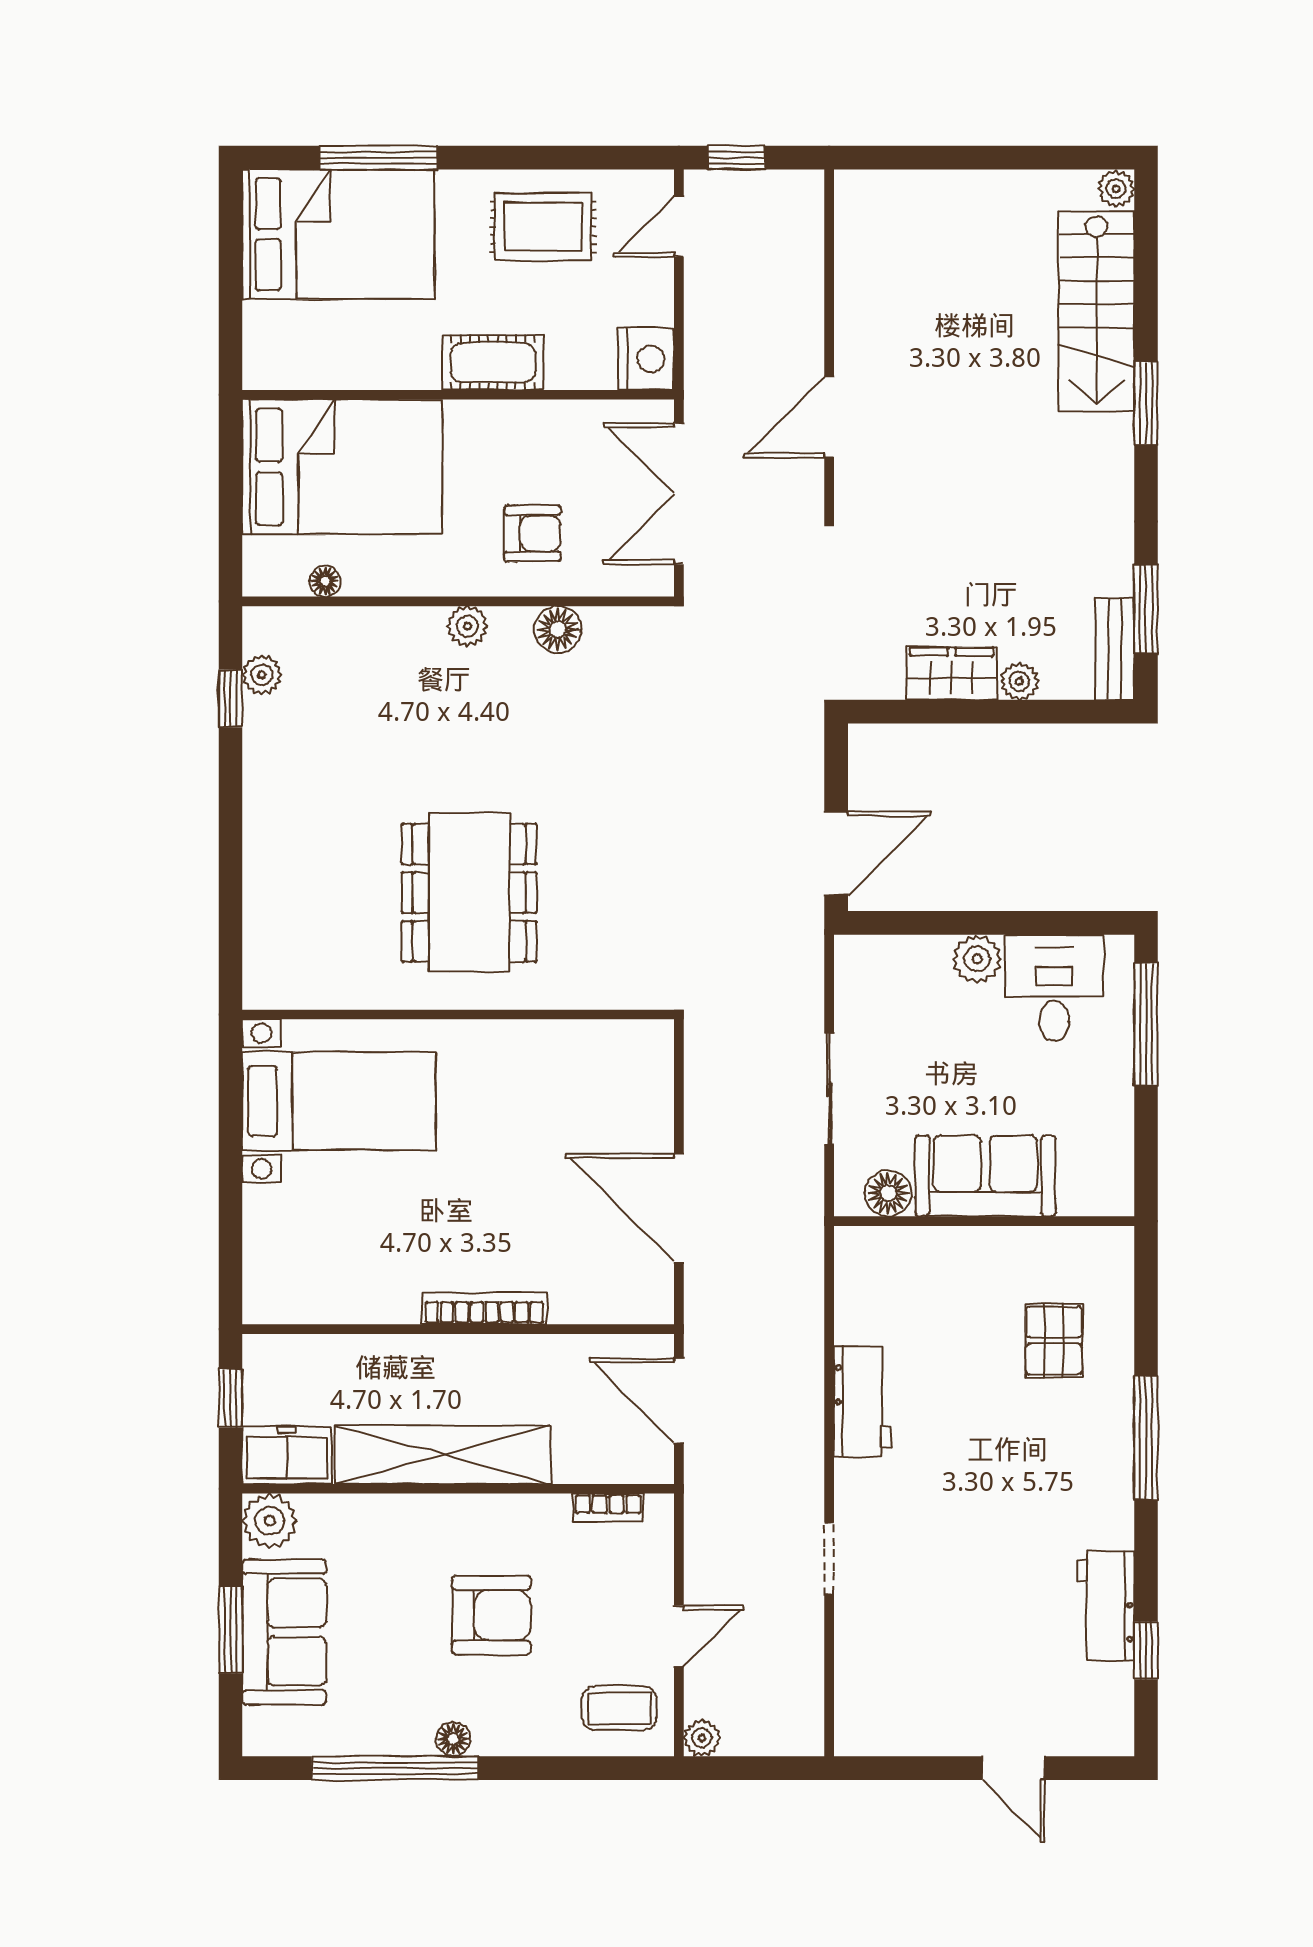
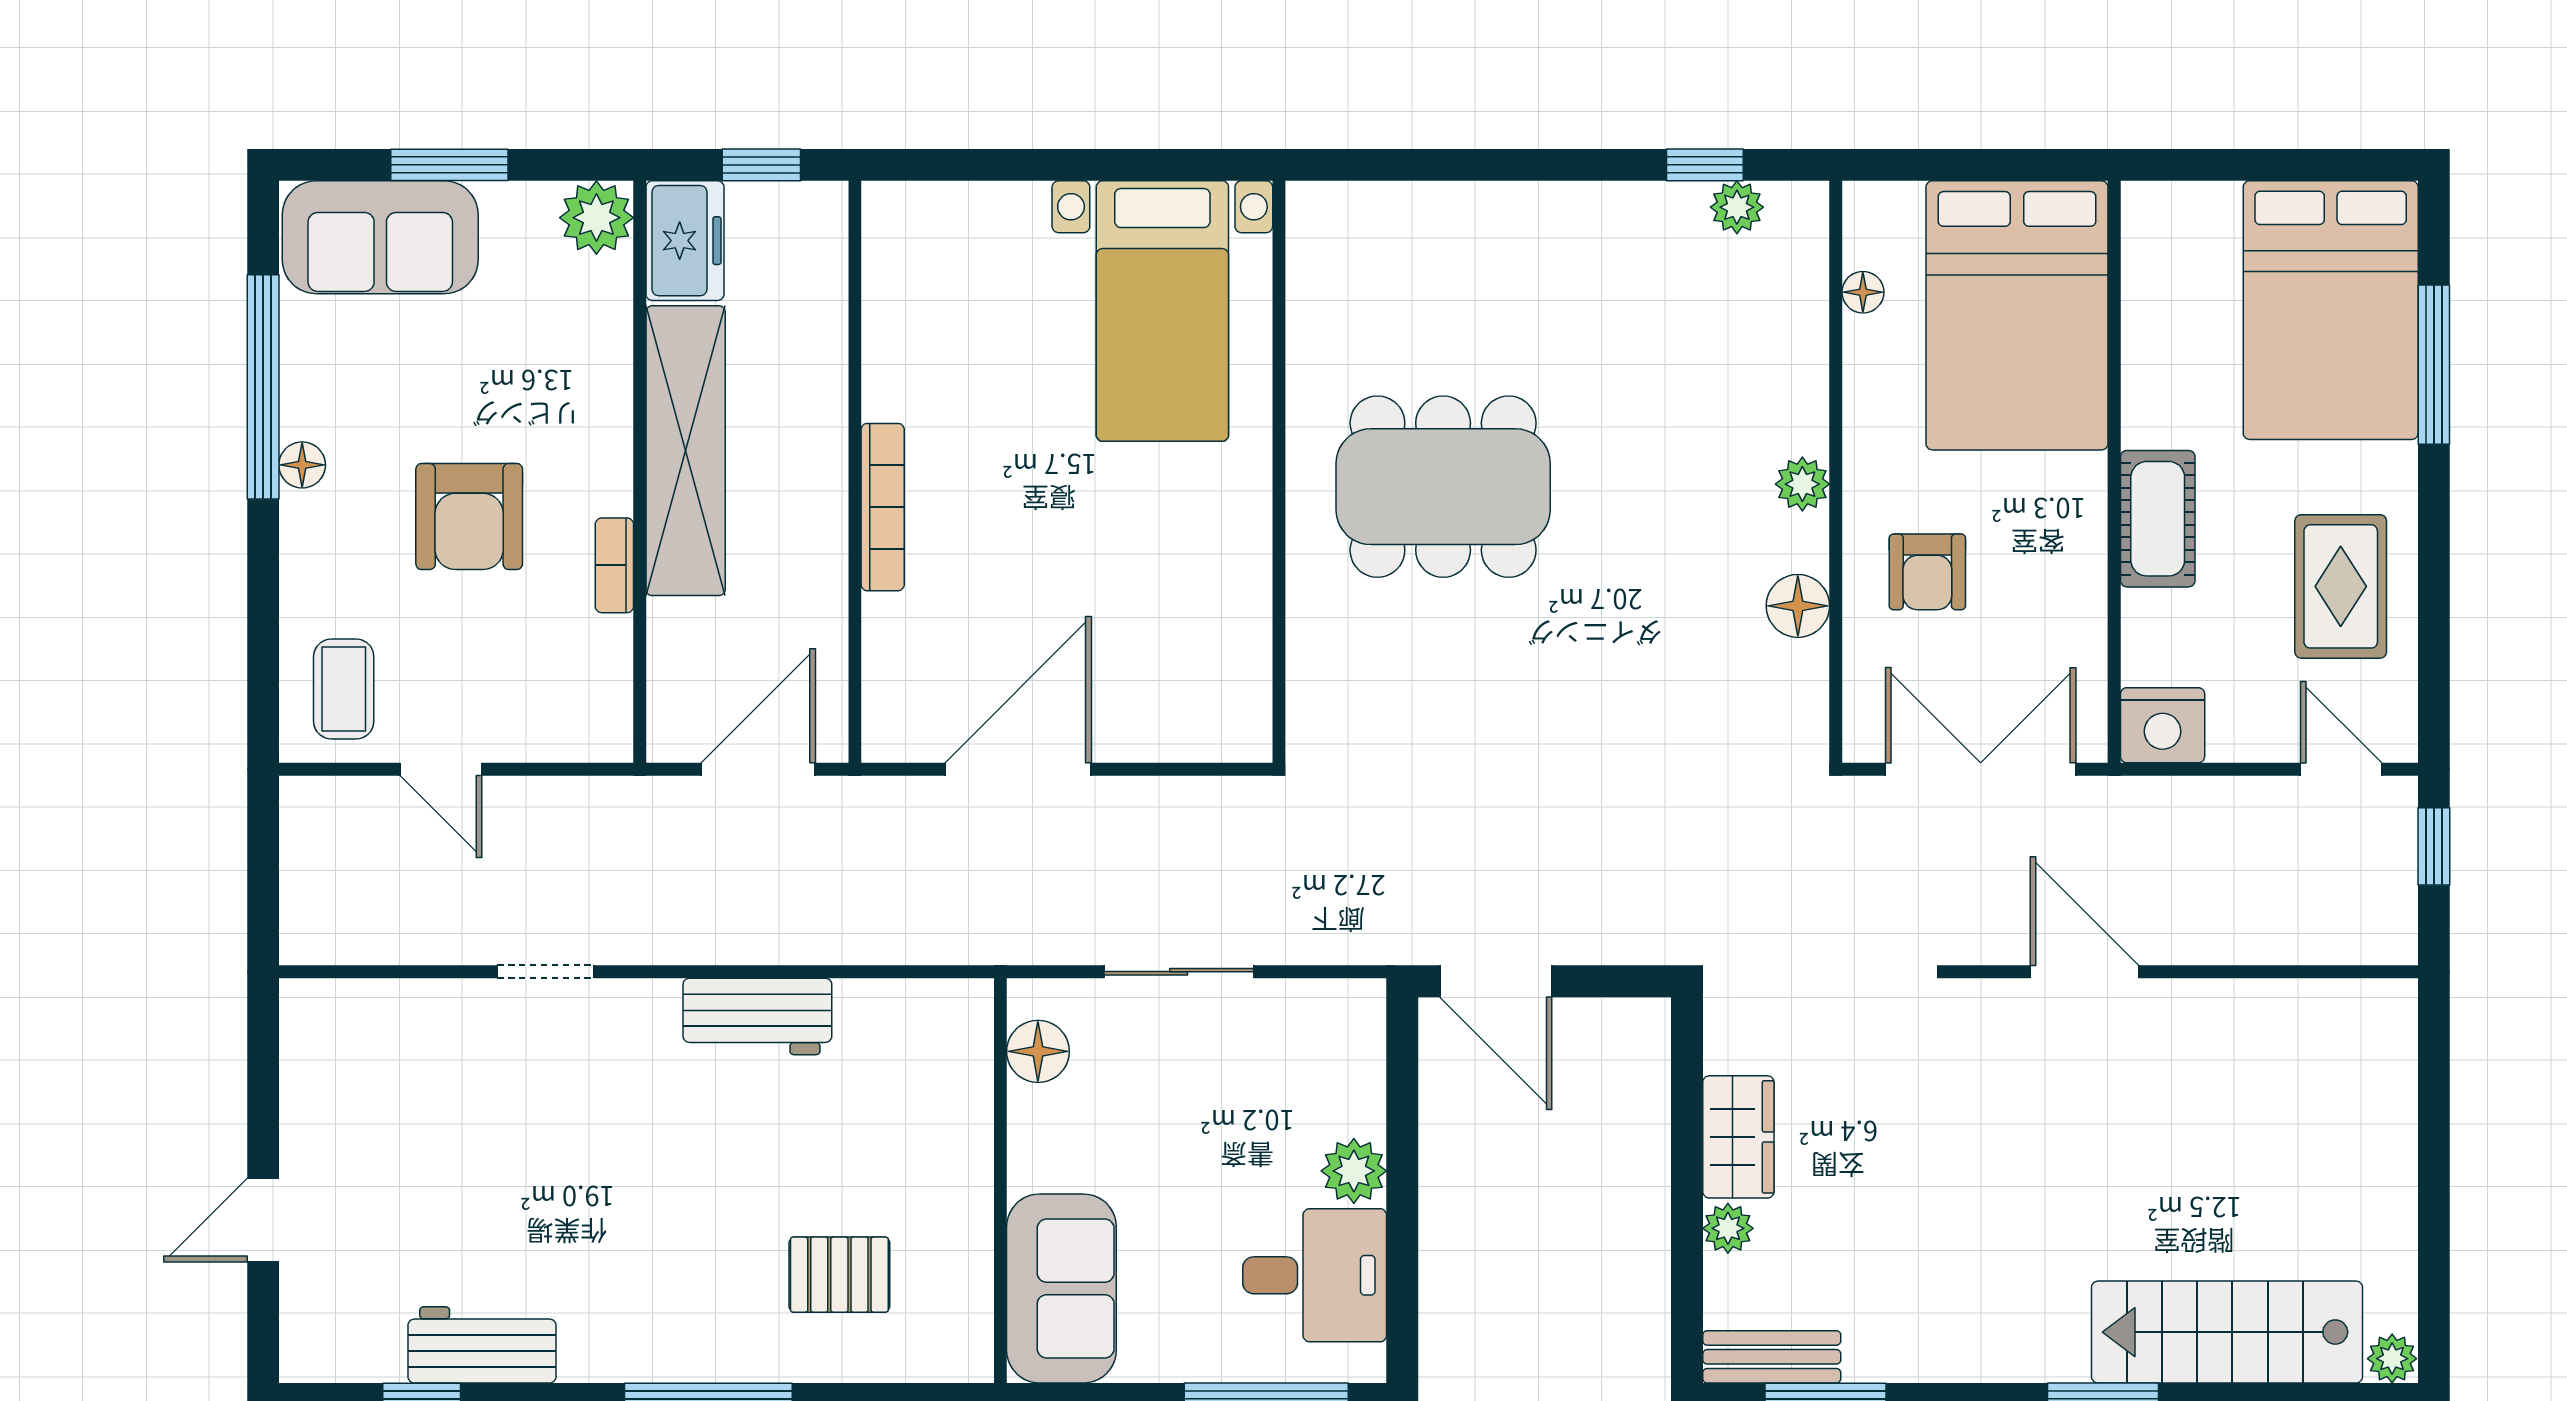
sofa: (985, 1176) -> (1061, 1288), moved
bookcase: (608, 1507) -> (614, 565), moved
sofa: (284, 1632) -> (380, 237), moved
plant: (702, 1738) -> (304, 800), removed

